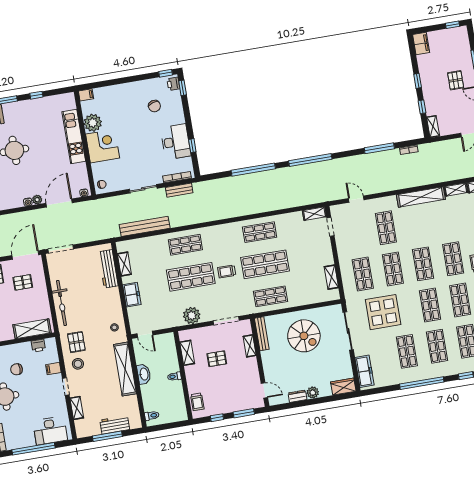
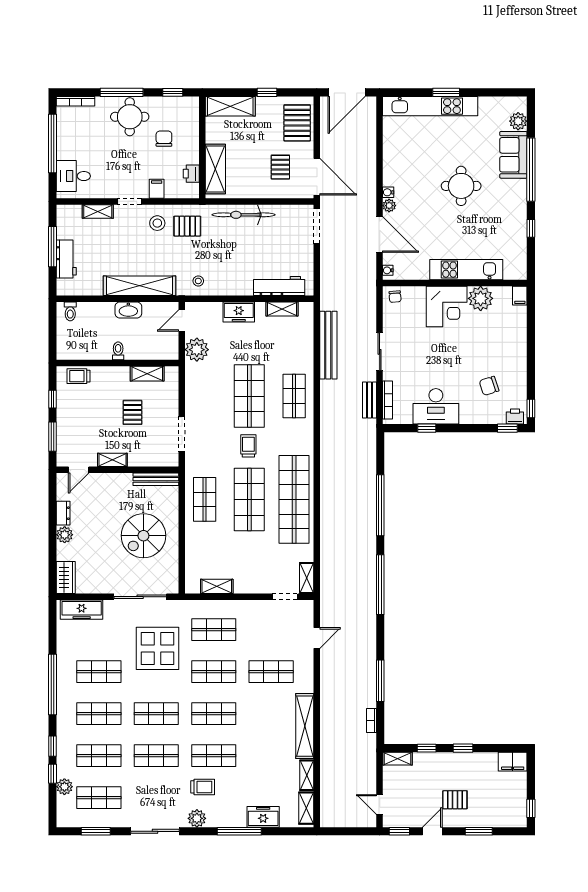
shop shelf: (260, 232) -> (294, 499), width x2.00, depth x1.36
plant: (192, 315) -> (197, 350), moved
shelving: (250, 346) -> (112, 460), moved
desk: (50, 431) -> (73, 176), width x0.73

